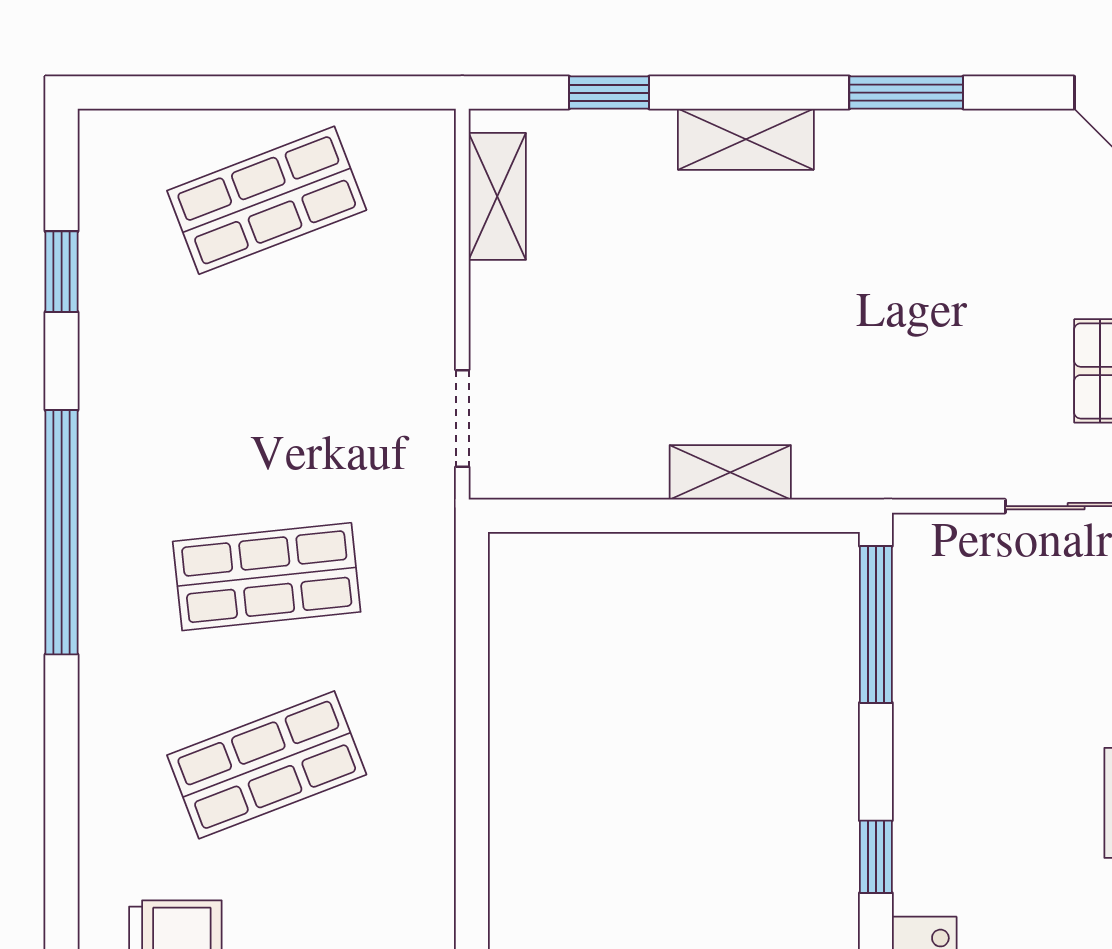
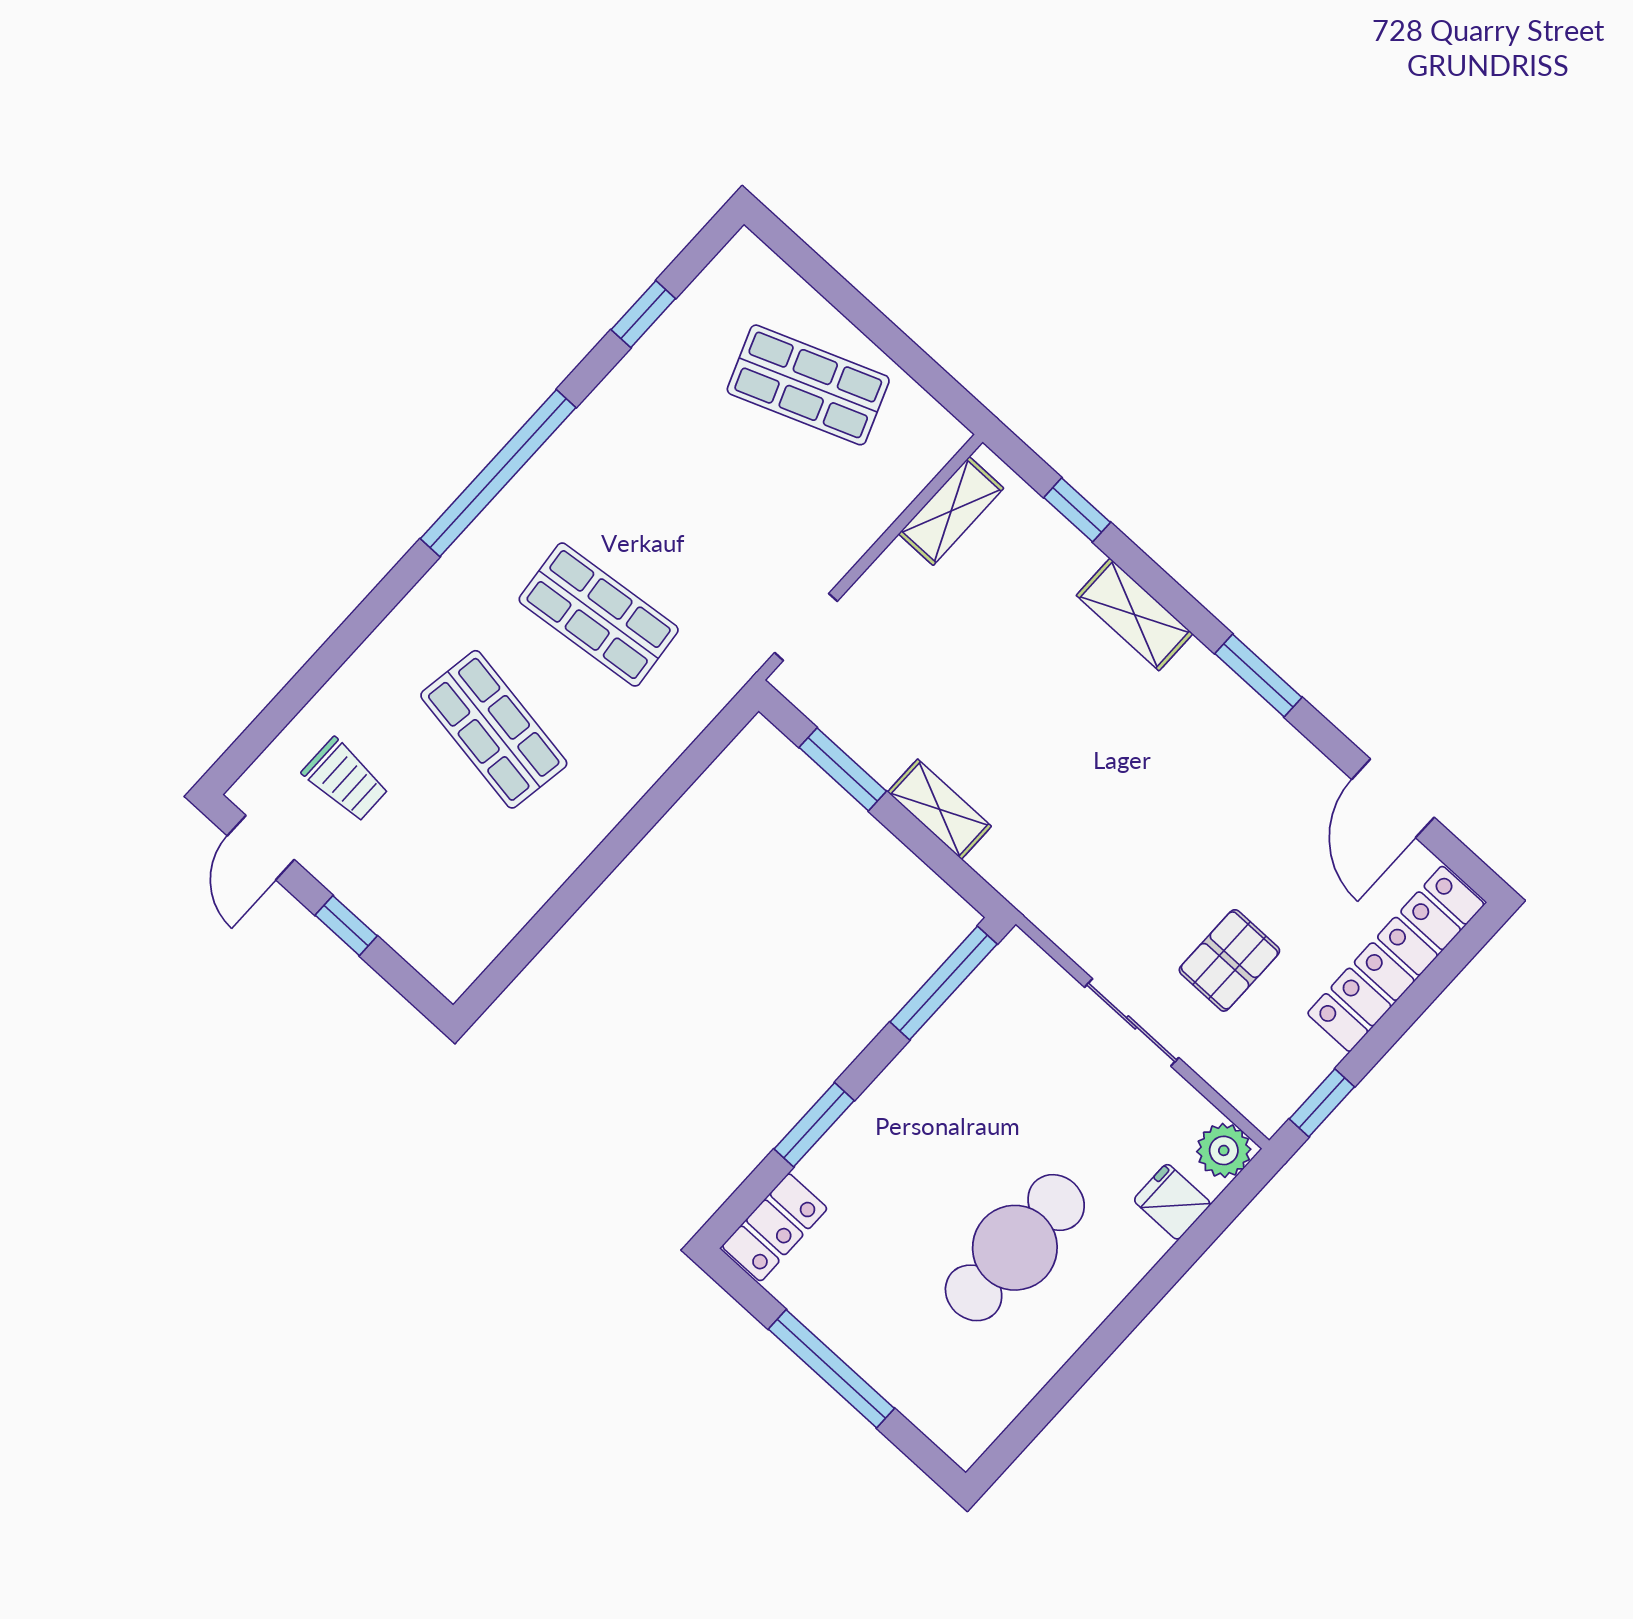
window: (611, 516) -> (843, 769), added
shop shelf: (267, 765) -> (494, 729), turned 30
window: (876, 857) -> (814, 1125), width x1.50

